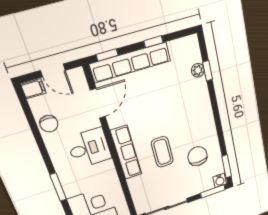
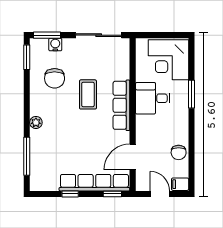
plant: (198, 70) -> (36, 122), moved
window: (208, 71) -> (27, 156), width x2.17
chair: (49, 124) -> (179, 152), turned 180
desk: (89, 148) -> (153, 98), moved
water cooler: (220, 180) -> (55, 45), moved

